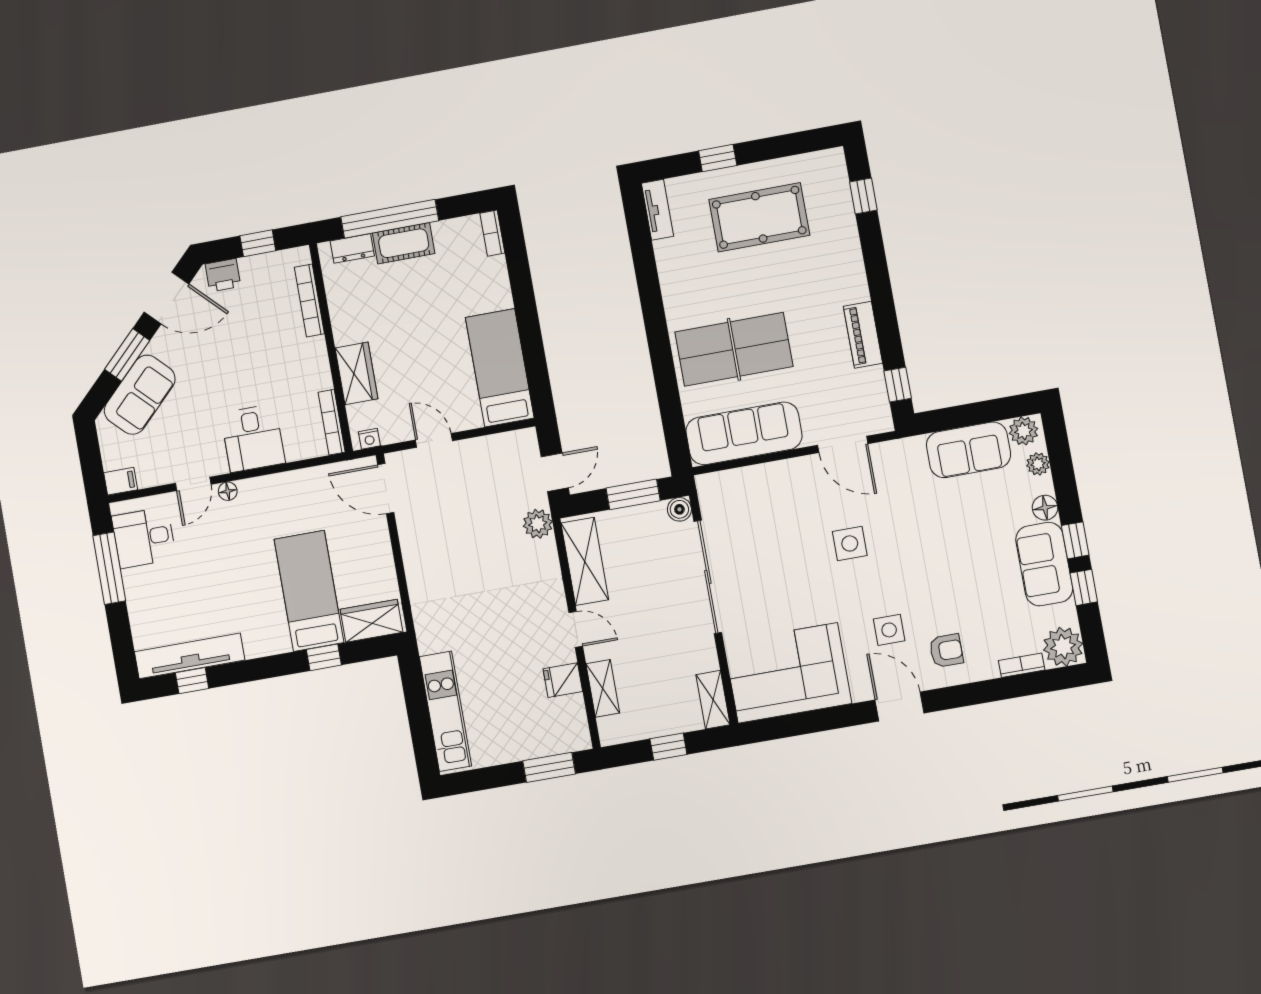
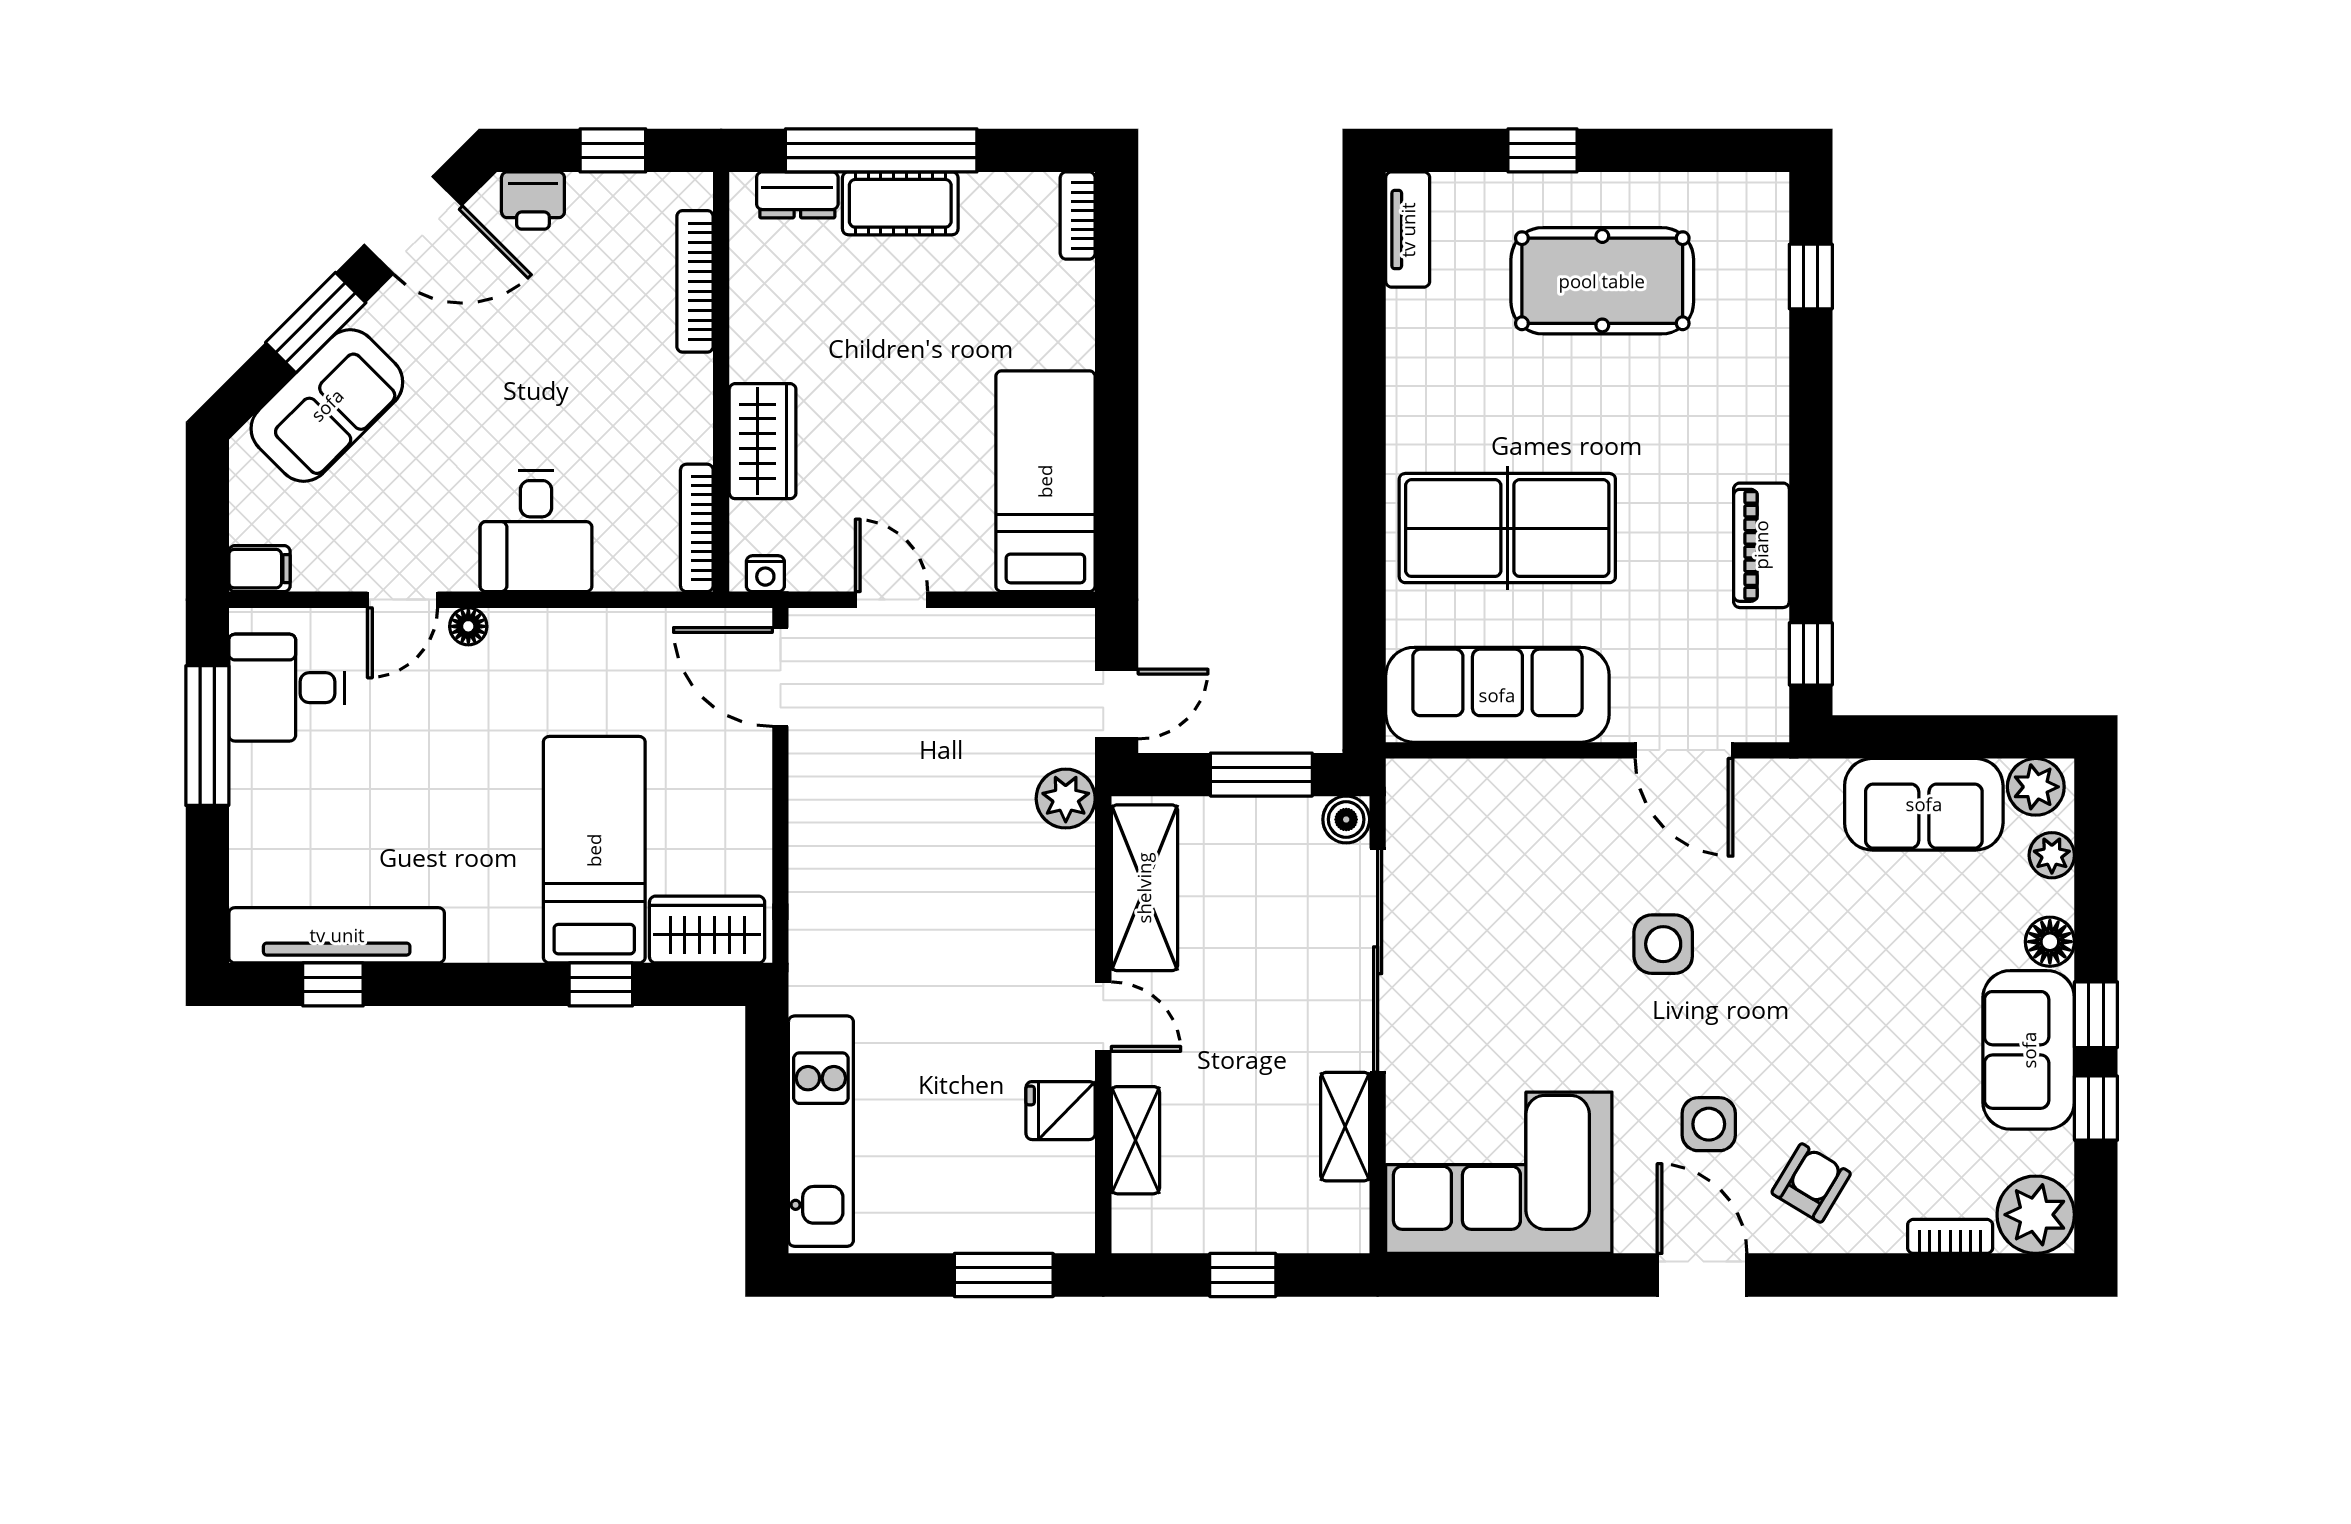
armchair: (946, 651) -> (1811, 1183), turned -59
shelving: (713, 700) -> (1345, 1127), moved

